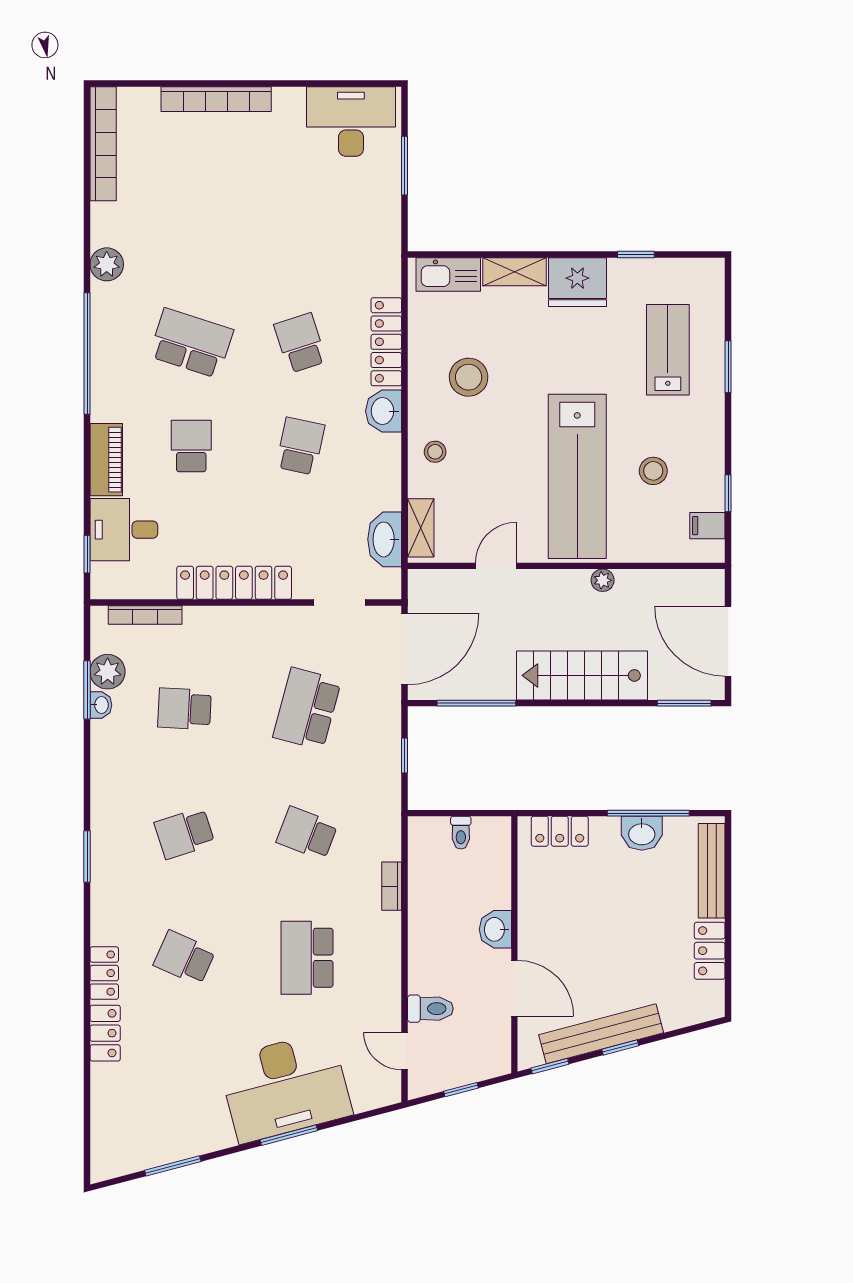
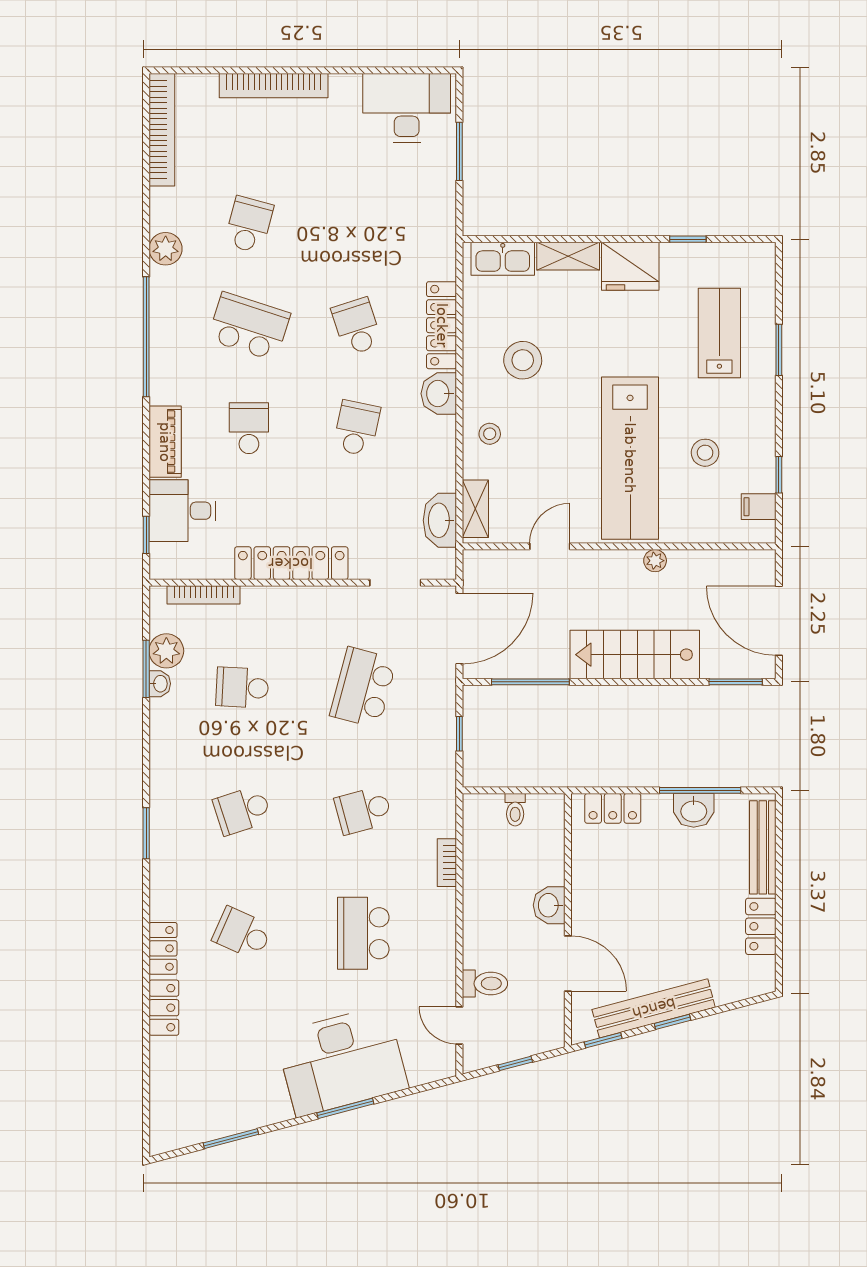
school desk: (191, 240) -> (249, 225), added
school desk: (307, 833) -> (363, 810), turned -36

